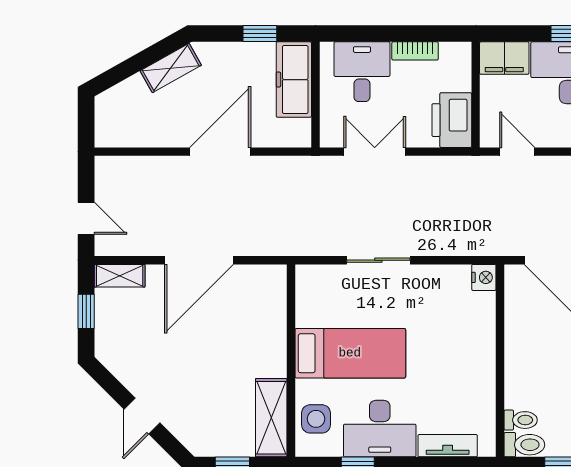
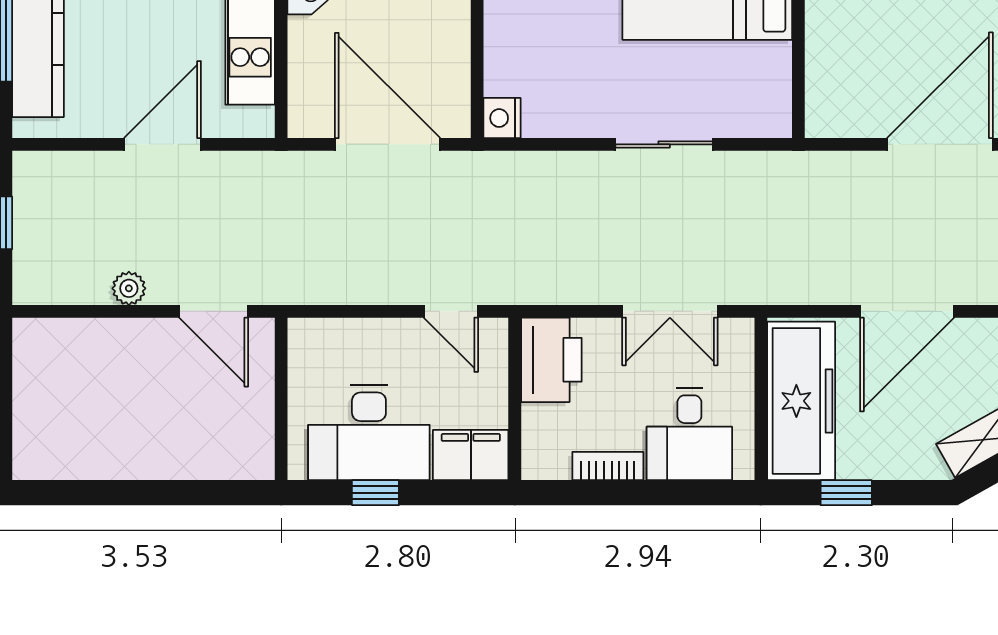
freezer: (294, 80) -> (801, 401), width x1.36, depth x1.26

